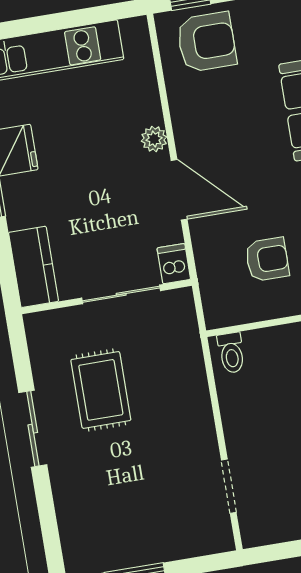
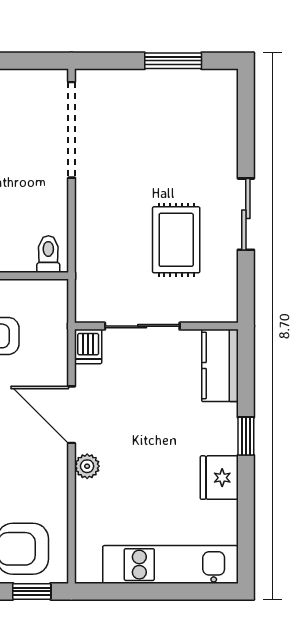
doorway: (229, 486) -> (72, 130), width x1.88

